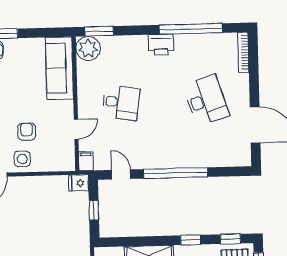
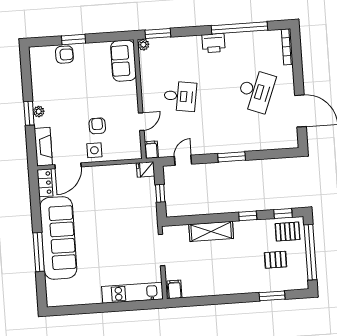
plant: (88, 48) -> (143, 45), width x0.53, depth x0.53
sofa: (59, 68) -> (123, 61), width x0.73
desk: (206, 100) -> (256, 91), turned 39
window: (176, 173) -> (232, 157), width x0.47
door: (121, 174) -> (183, 160), hinge flipped

